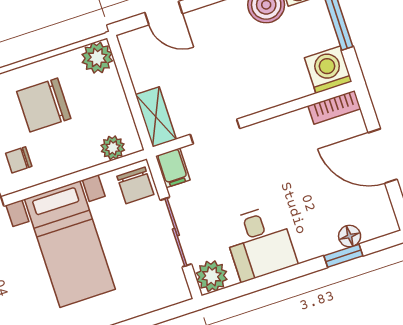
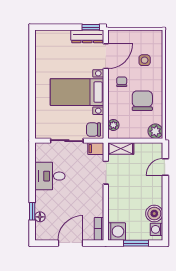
plant: (212, 276) -> (42, 150), removed

